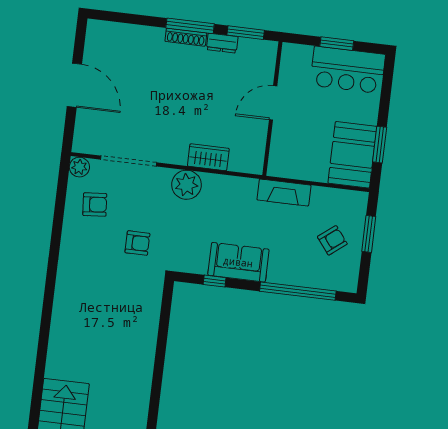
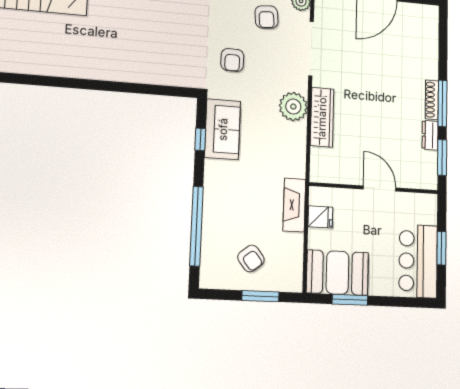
wardrobe: (208, 157) -> (322, 117), width x1.50
fridge: (297, 167) -> (320, 217), added
sofa: (238, 262) -> (223, 129), moved

